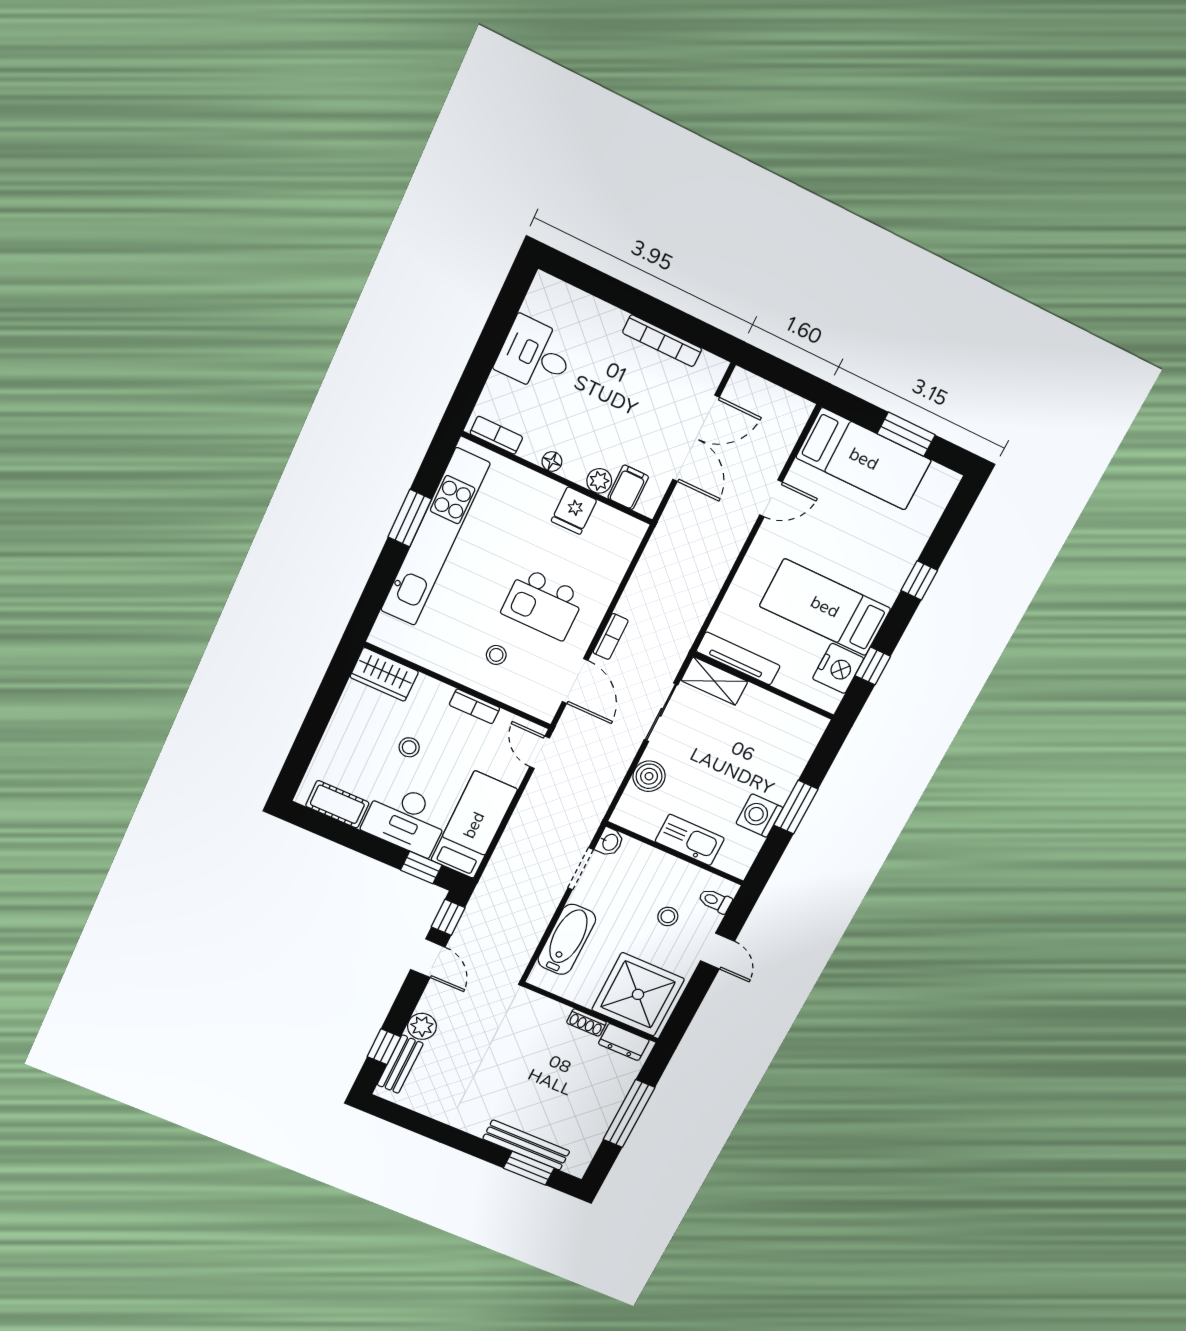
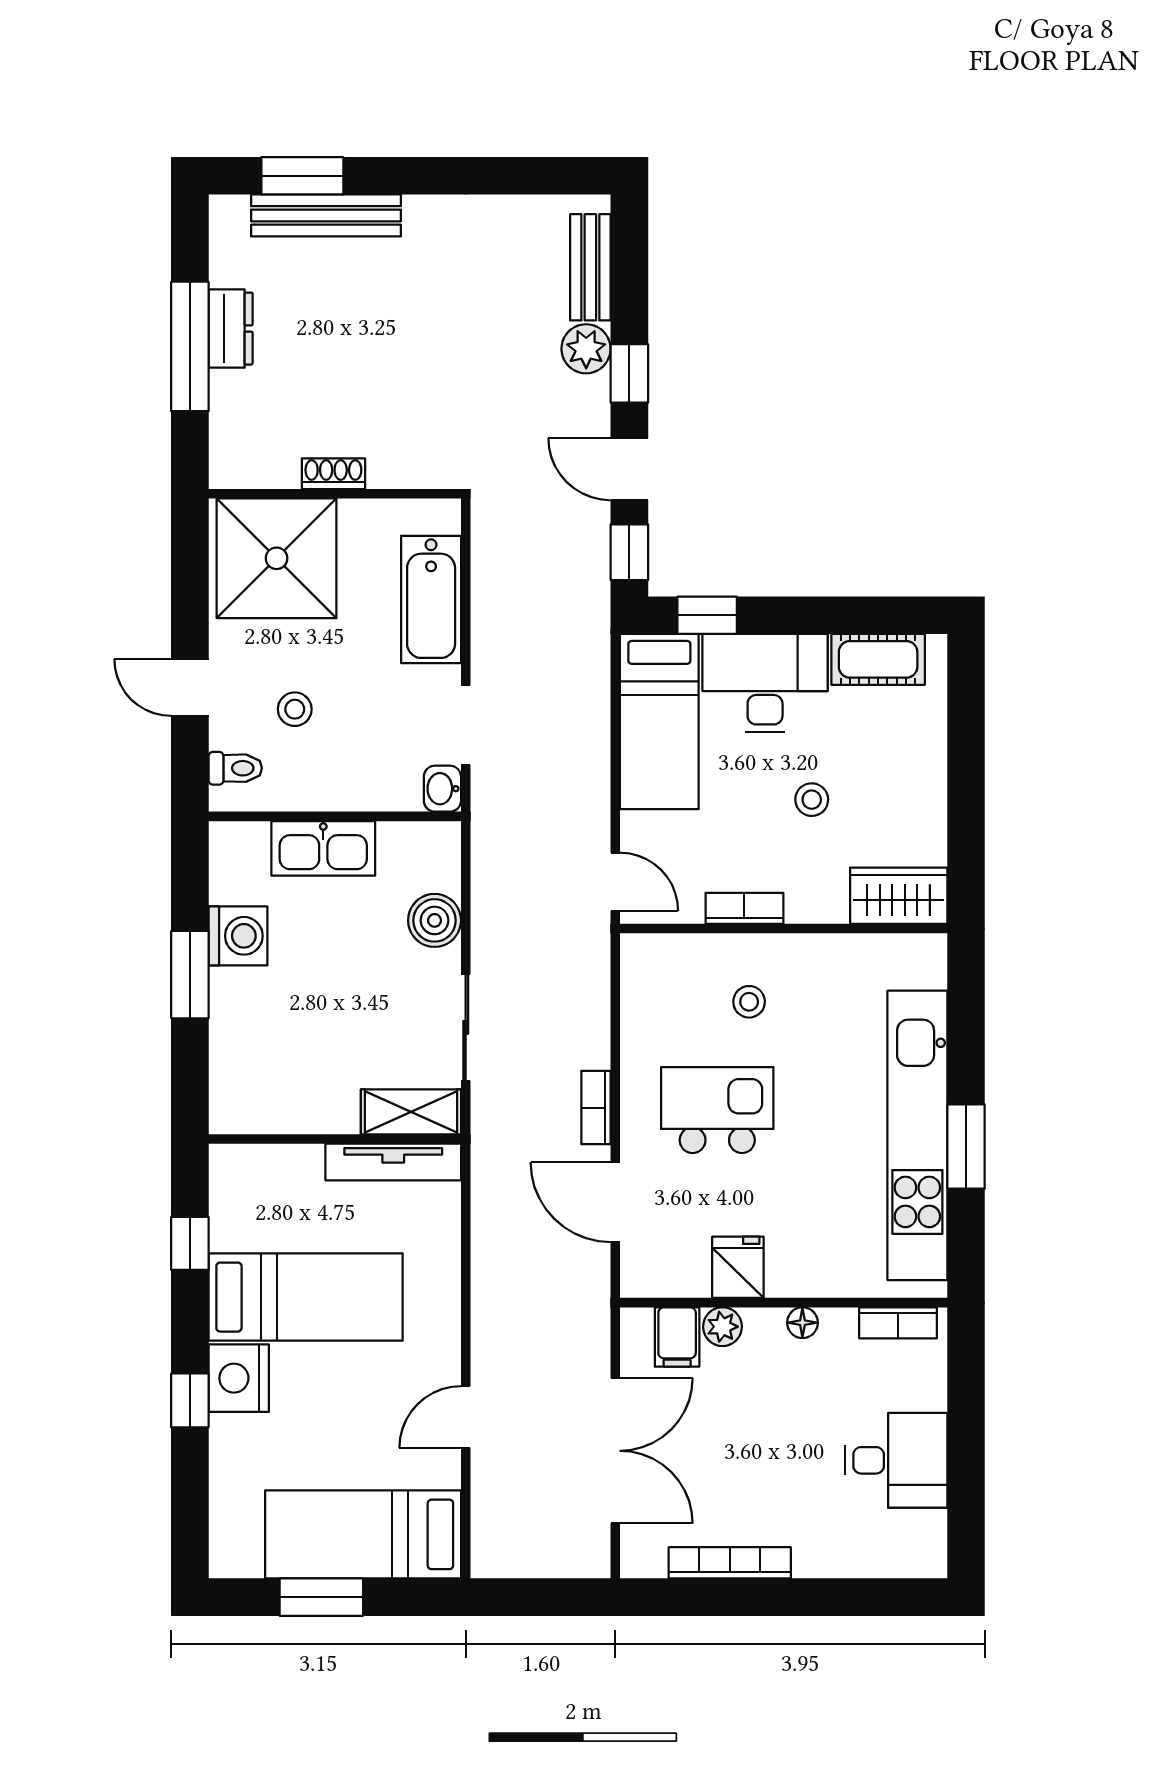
double door: (696, 439) -> (615, 1451), swing flipped
nightstand: (838, 668) -> (239, 1378), moved
door: (575, 681) -> (615, 1202), moved
dresser: (624, 1042) -> (231, 329), moved, turned 90
window: (384, 1047) -> (629, 373), moved

